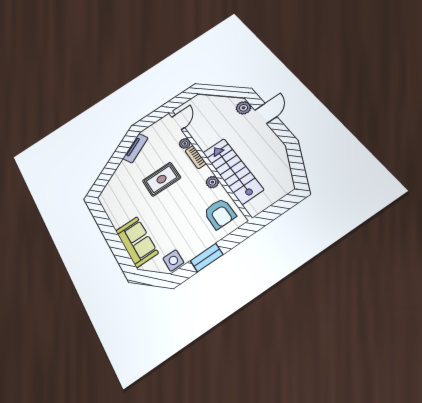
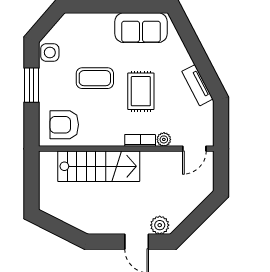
door: (178, 122) -> (194, 149), hinge flipped
plant: (212, 182) -> (101, 139), removed
coffee table: (172, 215) -> (95, 78), added
sofa: (137, 242) -> (141, 28), moved

